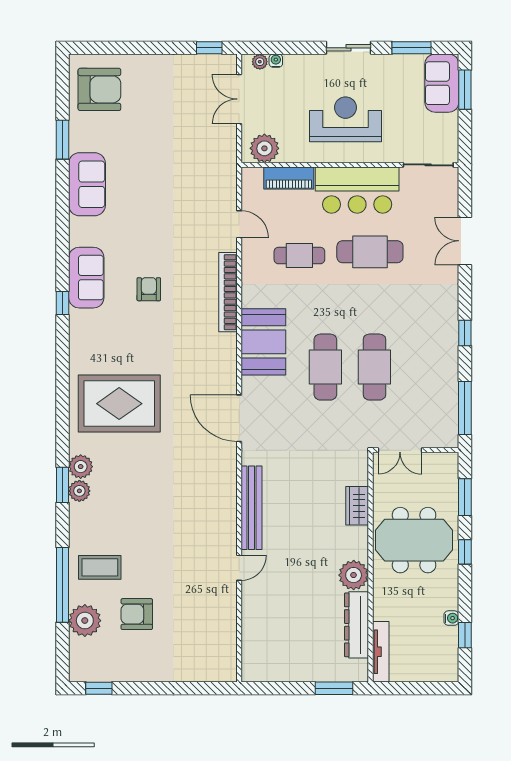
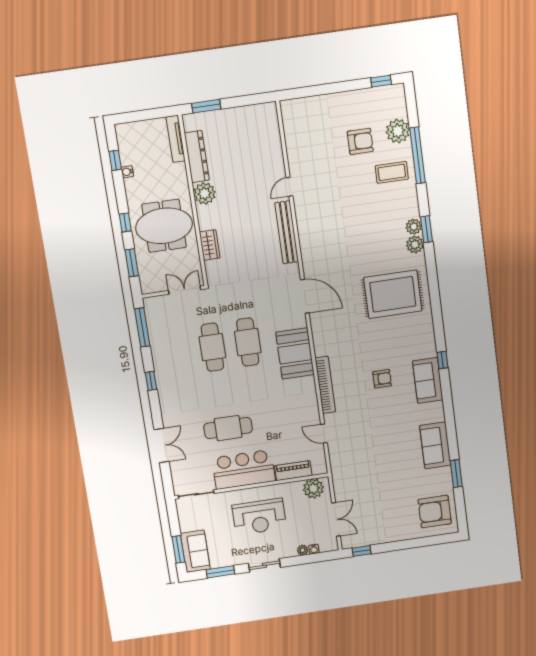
plant: (260, 62) -> (303, 550), moved
cafe table: (299, 256) -> (278, 418), removed
armchair: (149, 289) -> (382, 379), turned -90

